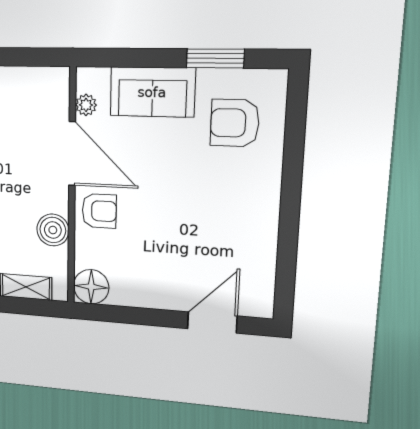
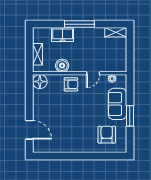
window: (215, 58) -> (130, 116), moved
door: (72, 154) -> (93, 73), width x0.53
armchair: (99, 211) -> (71, 84), turned -90

